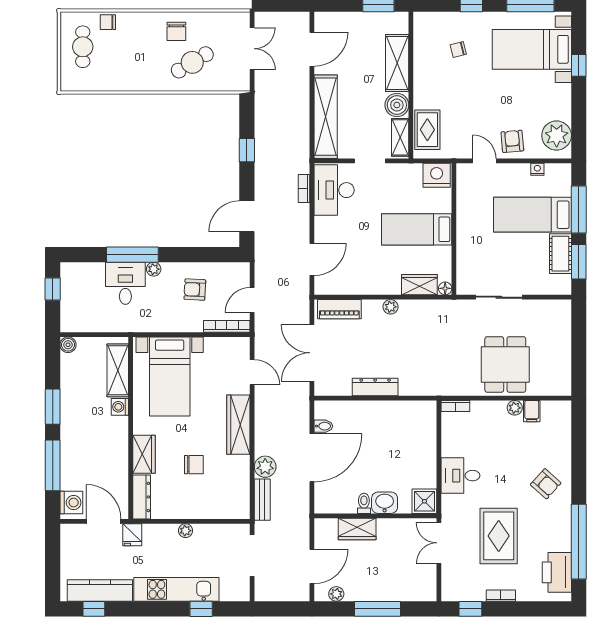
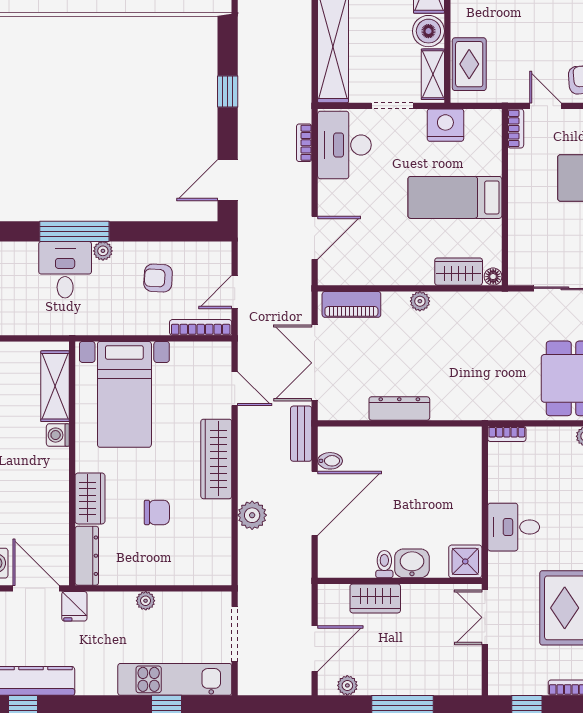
nightstand: (437, 175) -> (445, 125), moved
bookcase: (462, 178) -> (516, 128), added
bench: (262, 500) -> (301, 434), moved
kitchen unit: (176, 589) -> (175, 679), moved

